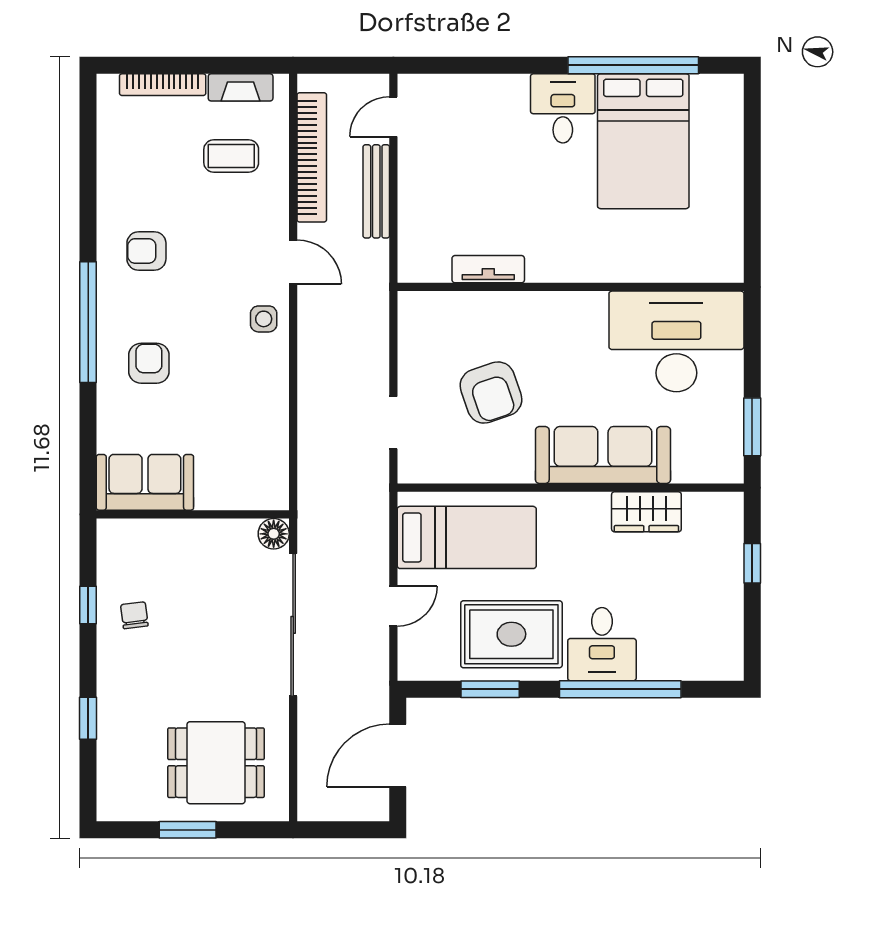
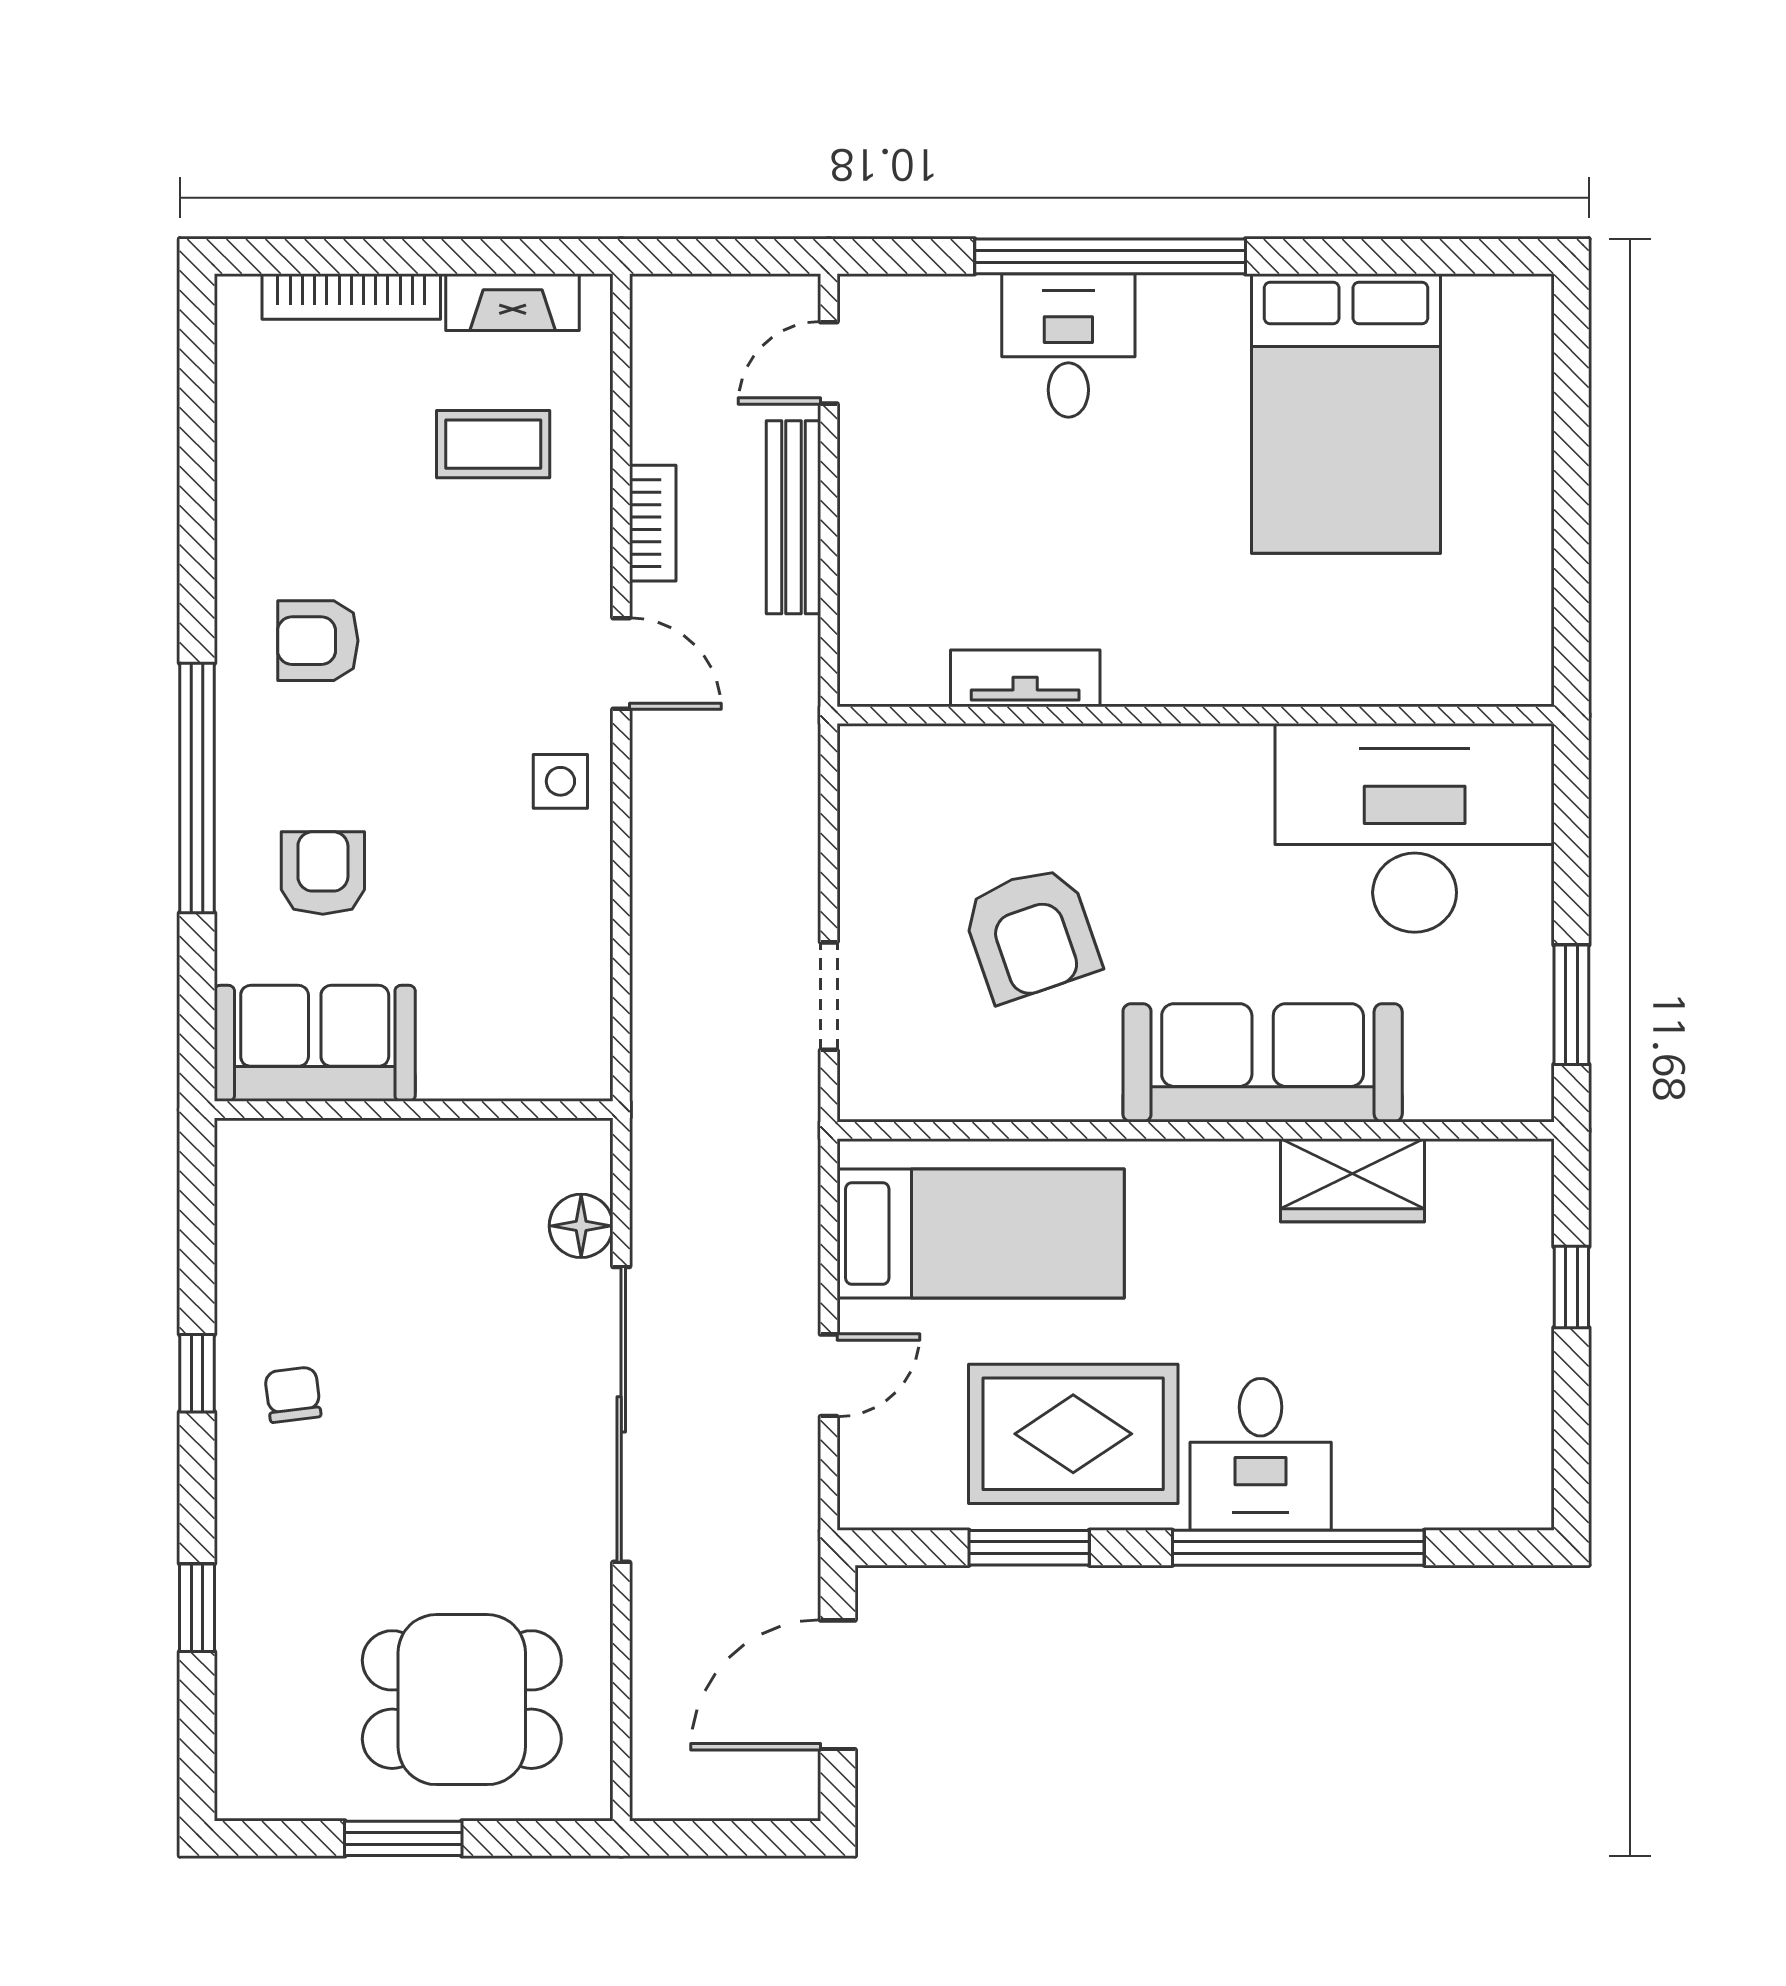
window: (633, 65) -> (1110, 256), moved
desk: (563, 108) -> (1068, 345), moved
bookcase: (312, 157) -> (653, 523), width x0.43, depth x0.76
sofa: (145, 482) -> (315, 1043), moved
wall: (193, 514) -> (414, 1110), moved

